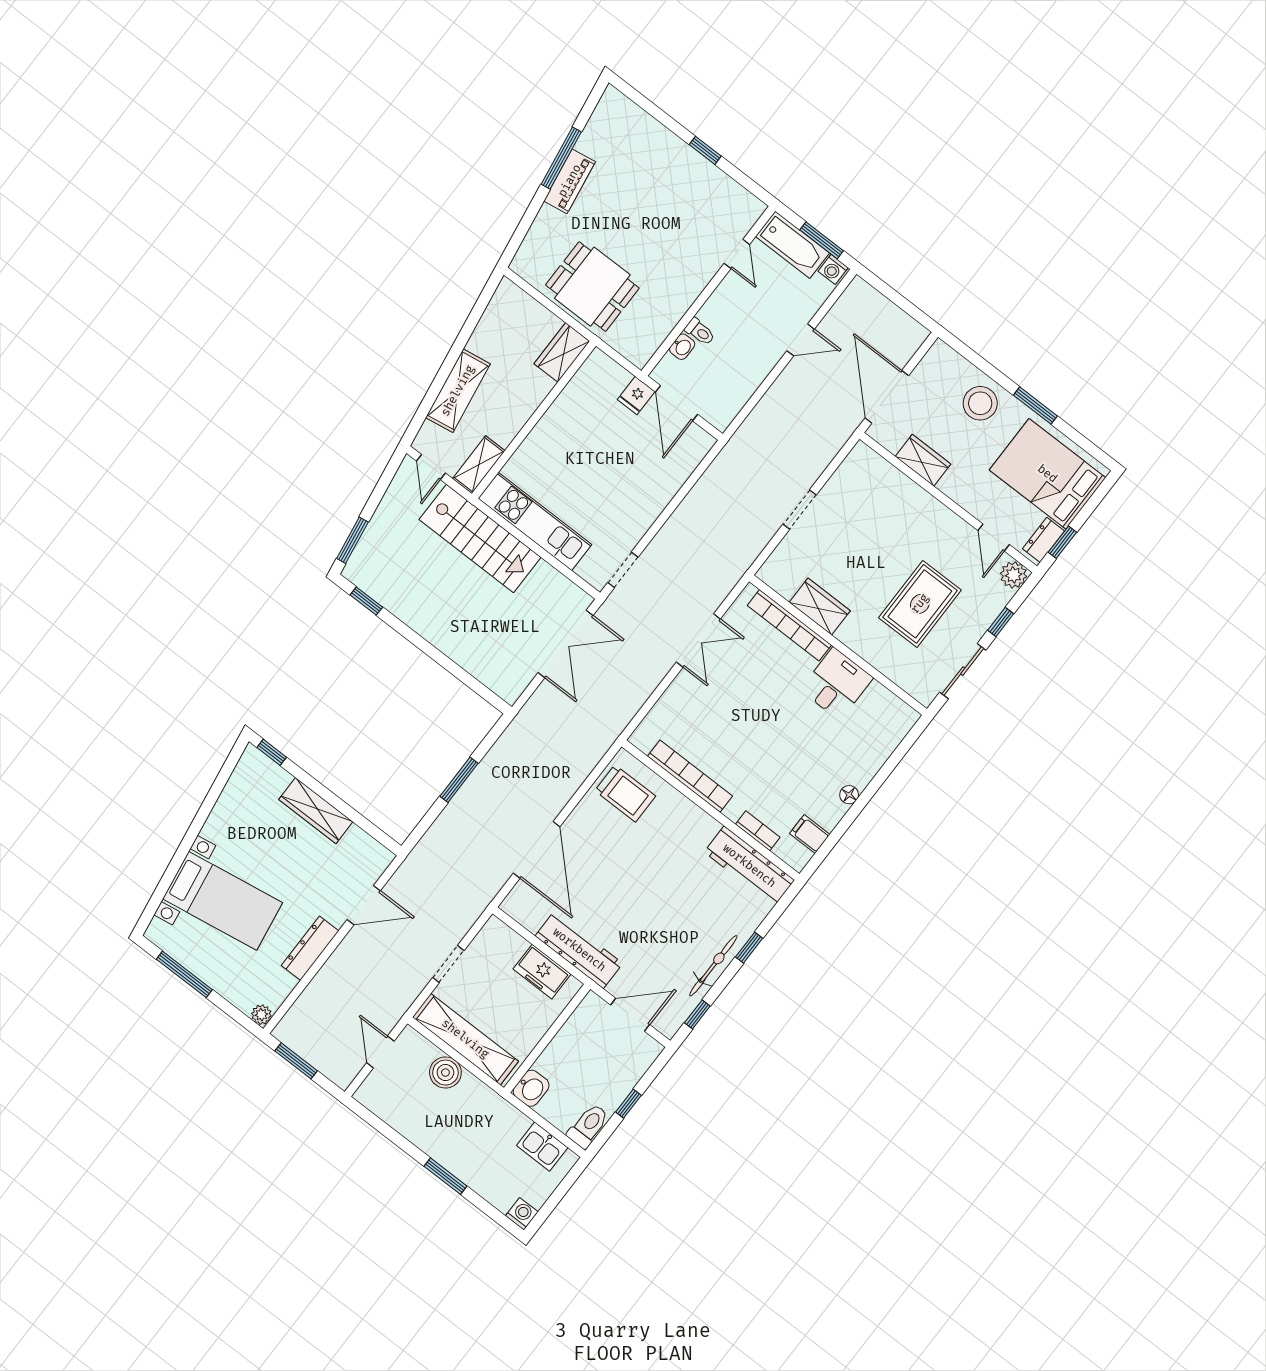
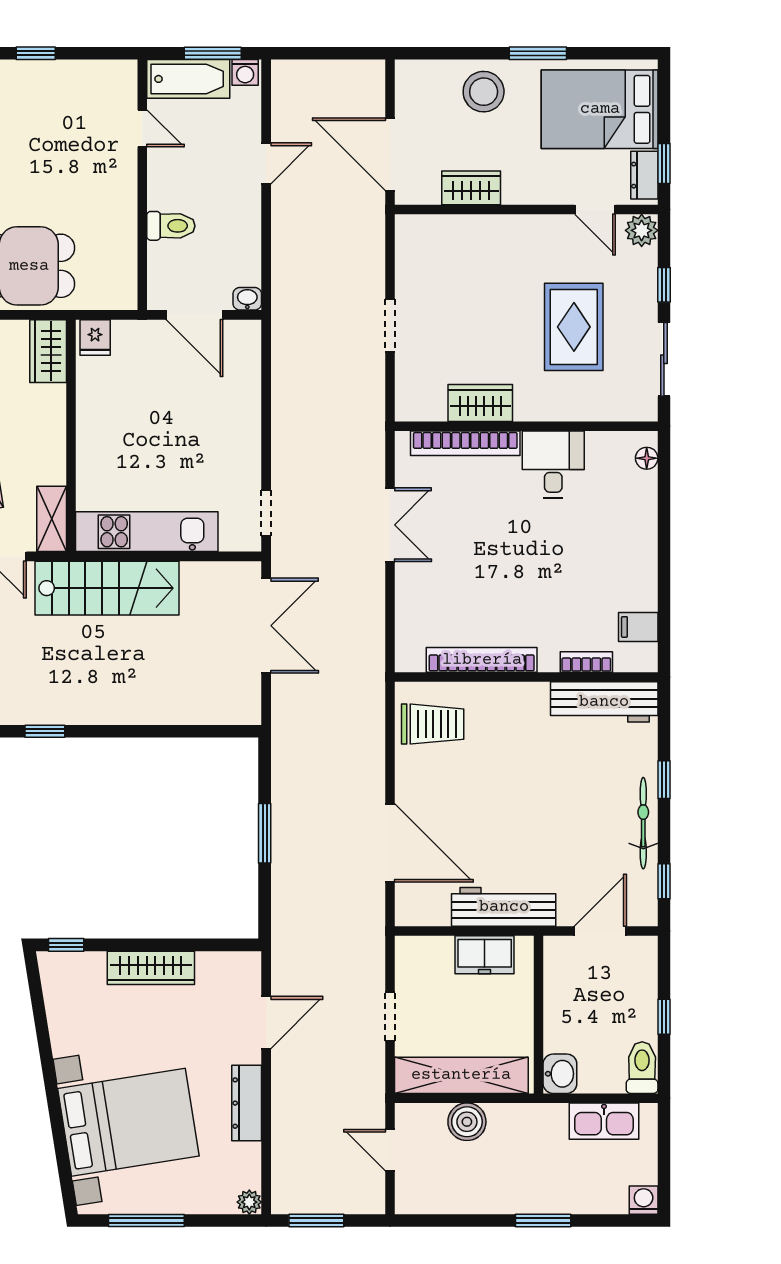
toilet: (700, 332) -> (171, 226), width x1.37, depth x1.39
washbasin: (682, 347) -> (247, 299), moved, turned -90
fridge: (636, 396) -> (95, 337), moved
floor lamp: (849, 795) -> (647, 458), moved
bed with nightstands: (223, 901) -> (128, 1122), width x1.36
kitchen sink: (542, 1147) -> (604, 1121), width x1.38

